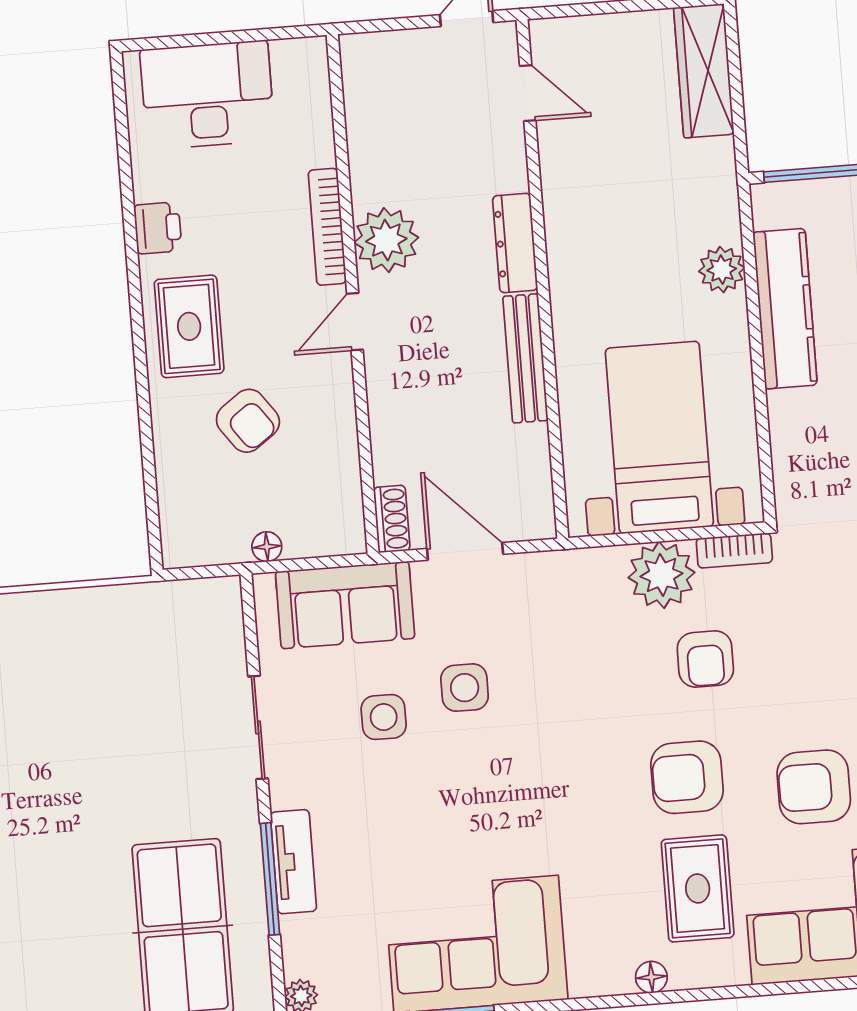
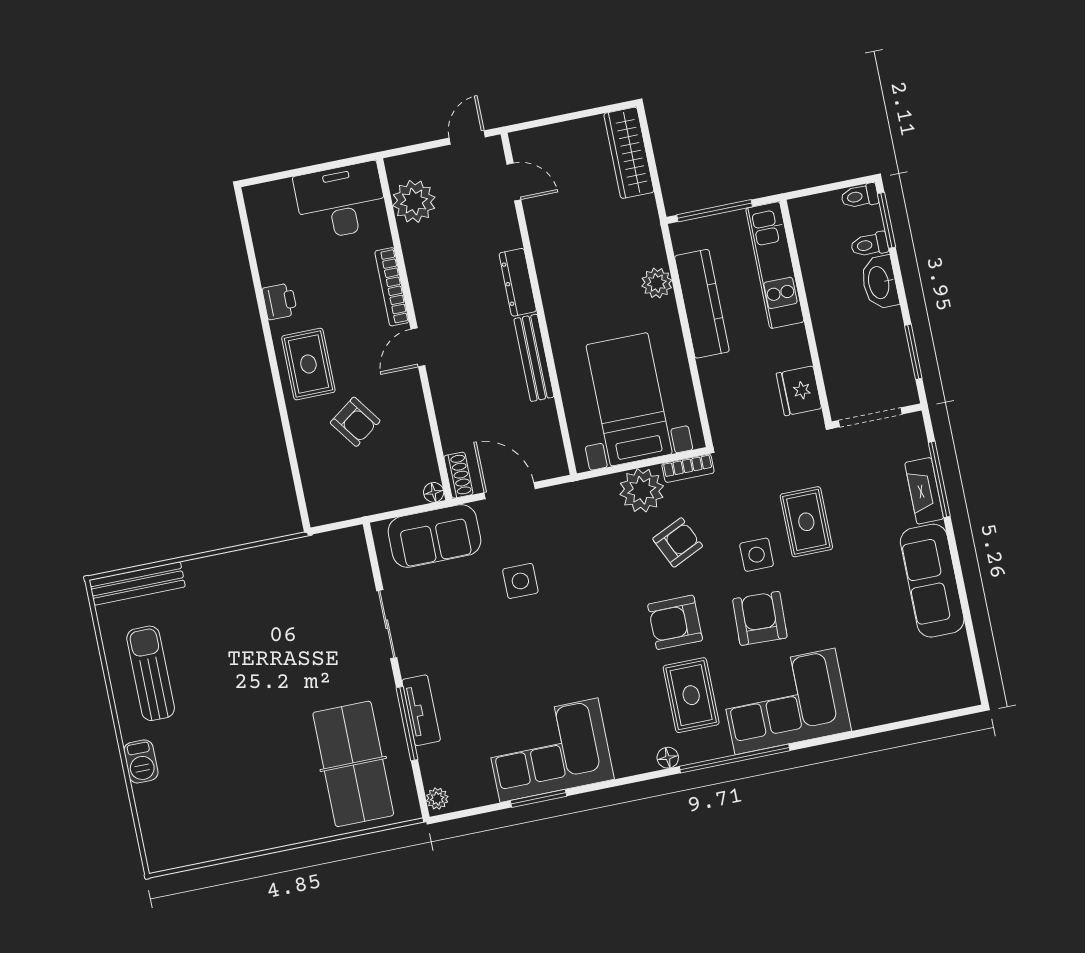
desk: (207, 95) -> (341, 201), moved
plant: (386, 240) -> (414, 201), moved
floor lamp: (267, 547) -> (434, 492), moved
armchair: (705, 659) -> (678, 542), turned -115
side table: (384, 717) -> (757, 555), moved
armchair: (814, 787) -> (760, 618), turned 92
window: (751, 991) -> (735, 758), added

